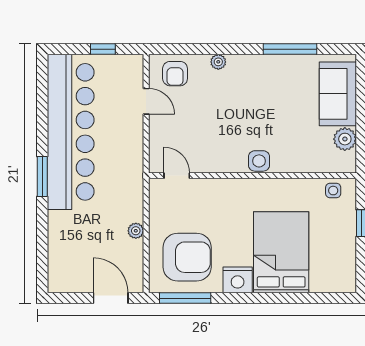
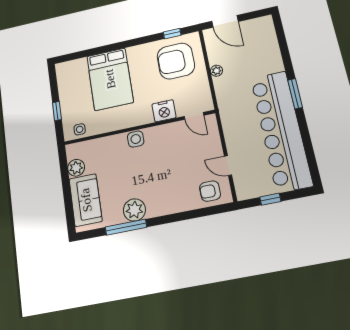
plant: (218, 62) -> (134, 210), moved, width x1.88, depth x1.88
armchair: (175, 74) -> (210, 191), turned -90
nightstand: (238, 280) -> (164, 111), moved, turned 180
window: (185, 298) -> (172, 34), width x0.46

